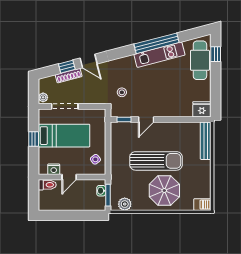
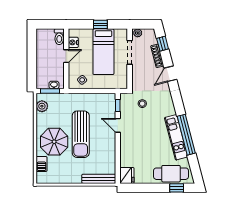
window: (67, 67) -> (163, 44), moved
door: (69, 177) -> (66, 56), swing flipped
barbecue: (202, 205) -> (42, 164), moved

